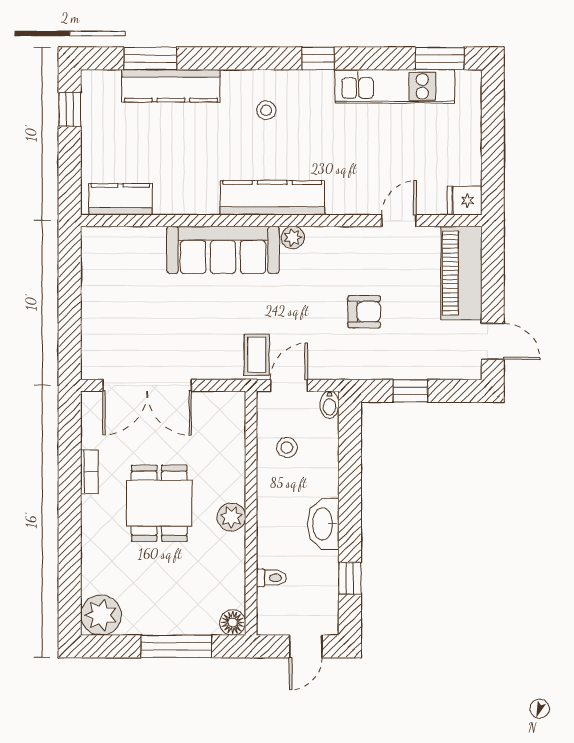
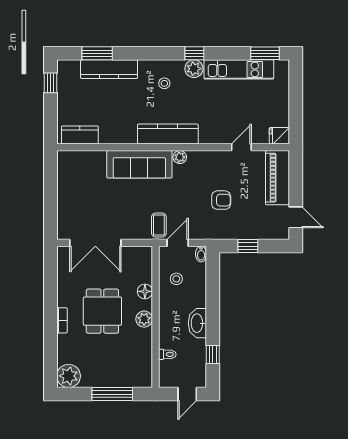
plant: (317, 85) -> (194, 69), added
bookcase: (89, 472) -> (62, 320), moved
floor lamp: (233, 622) -> (145, 291), moved

